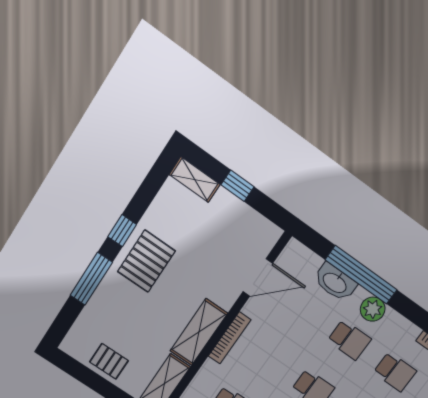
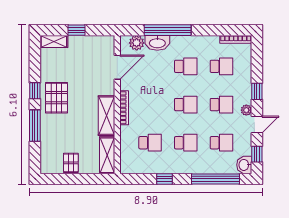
plant: (373, 309) -> (137, 43), moved
pallet: (109, 361) -> (71, 163), turned 90

